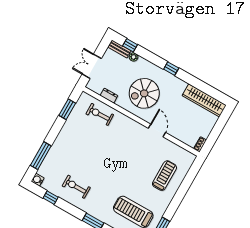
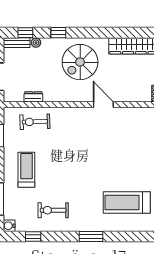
window: (171, 69) -> (58, 33), moved
spiral stairs: (144, 93) -> (80, 62), moved
treadmill: (164, 176) -> (26, 170), moved

